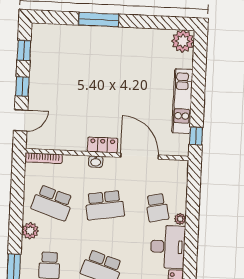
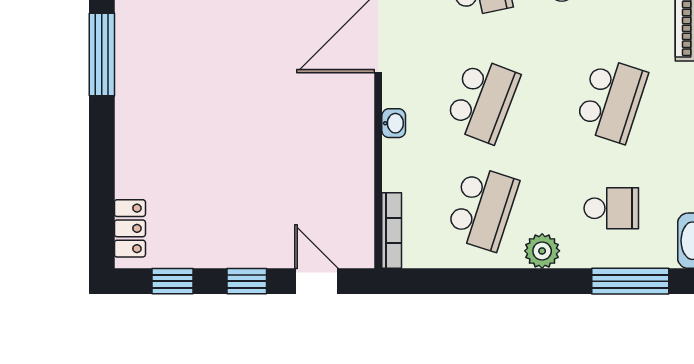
window: (99, 20) -> (102, 54), moved
locker: (103, 145) -> (130, 228), moved, turned 180
school desk: (105, 205) -> (482, 100), turned 30

